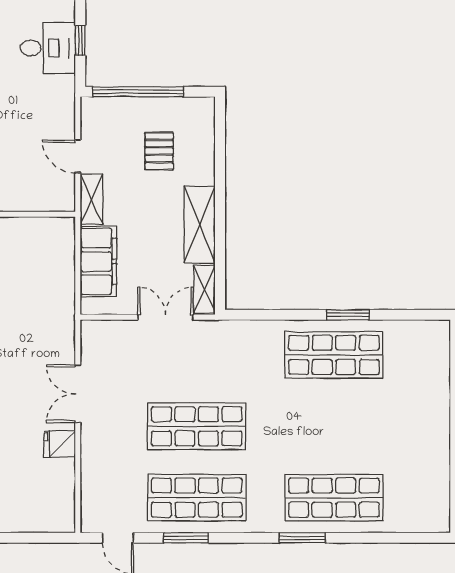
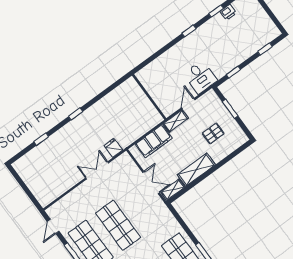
desk: (48, 48) -> (200, 77), moved
window: (138, 92) -> (230, 109), width x0.47
fridge: (60, 444) -> (113, 148), moved

